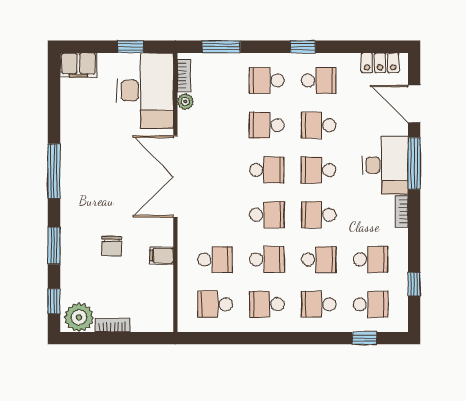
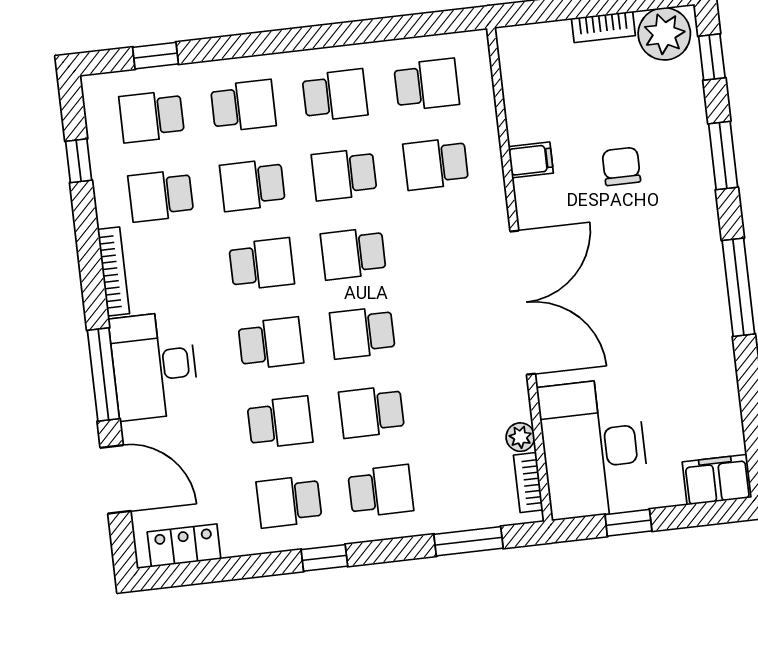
school desk: (267, 125) -> (372, 412), turned 180
bookcase: (402, 211) -> (114, 272), width x1.56

